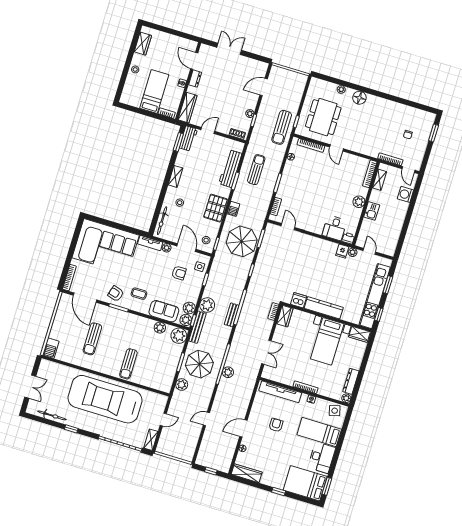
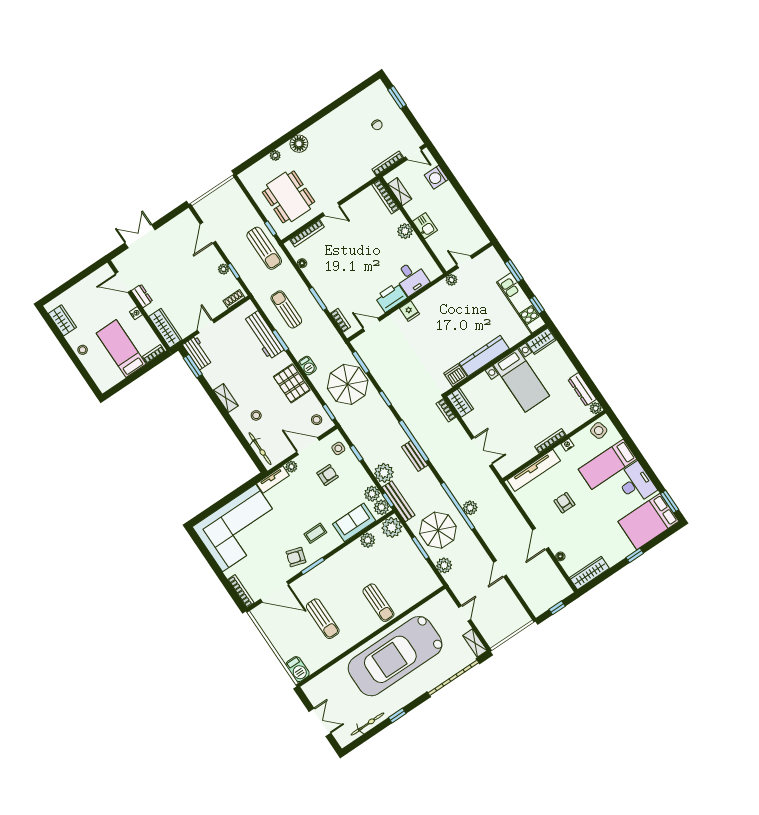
printer: (348, 238) -> (391, 297), moved, width x1.87, depth x1.48
fridge: (342, 251) -> (409, 311), moved
kitchen unit: (375, 296) -> (521, 303), width x0.73

